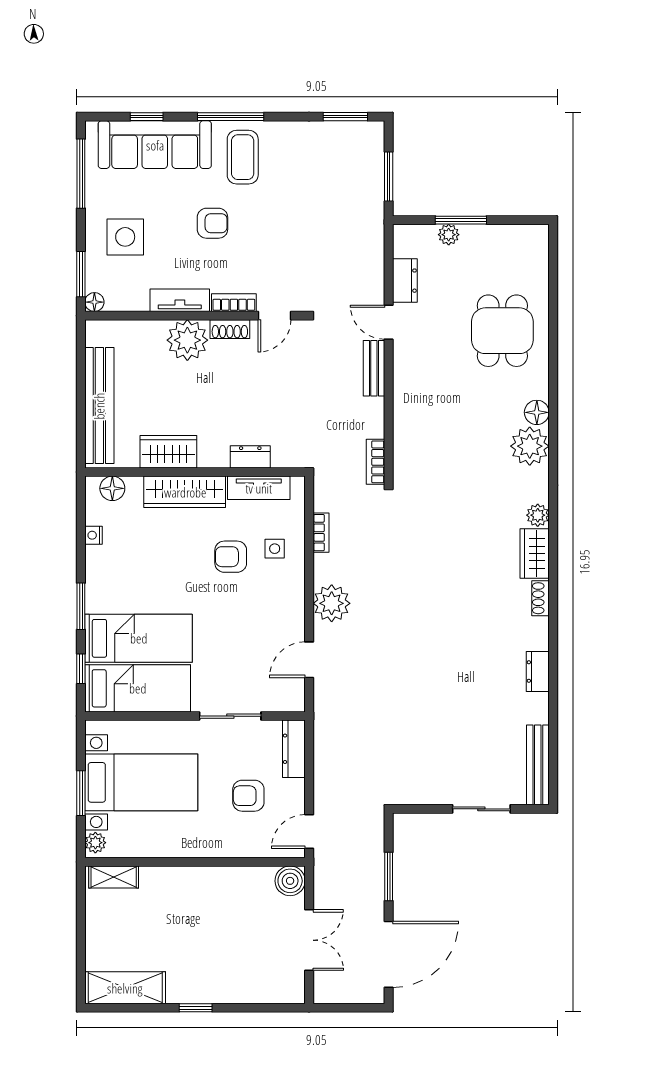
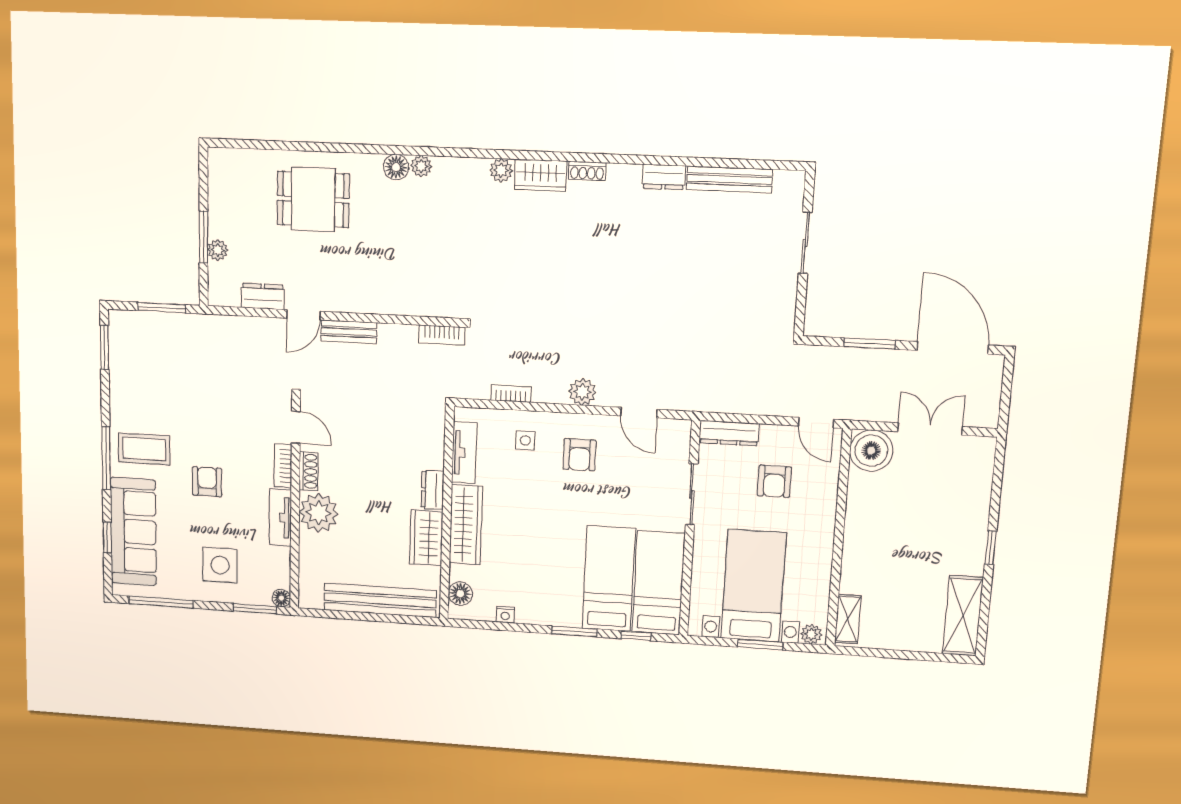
plant: (530, 446) -> (421, 166), width x0.53, depth x0.53
dresser: (250, 457) -> (433, 490), moved
armchair: (231, 557) -> (579, 455), moved
plant: (332, 603) -> (582, 392), width x0.73, depth x0.73
bench: (538, 765) -> (729, 179), moved
boiler: (290, 881) -> (871, 451), width x1.37, depth x1.37

